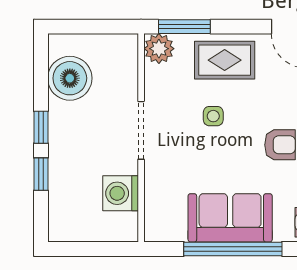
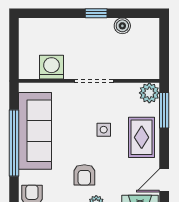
boiler: (70, 78) -> (122, 26), width x0.54, depth x0.54
window: (41, 174) -> (64, 13), removed
sofa: (230, 218) -> (35, 131), width x1.36

